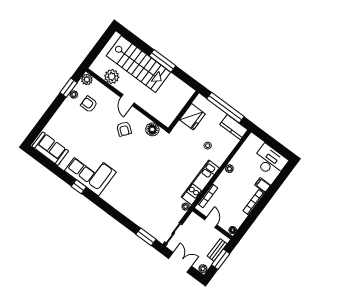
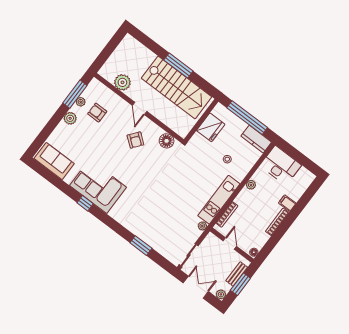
stairs: (138, 64) -> (177, 88), moved
plant: (87, 79) -> (70, 118), moved
window: (69, 88) -> (75, 94), width x1.44
desk: (270, 161) -> (281, 165), moved
window: (146, 237) -> (141, 246), moved

